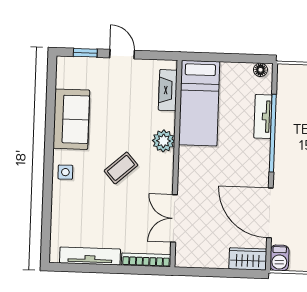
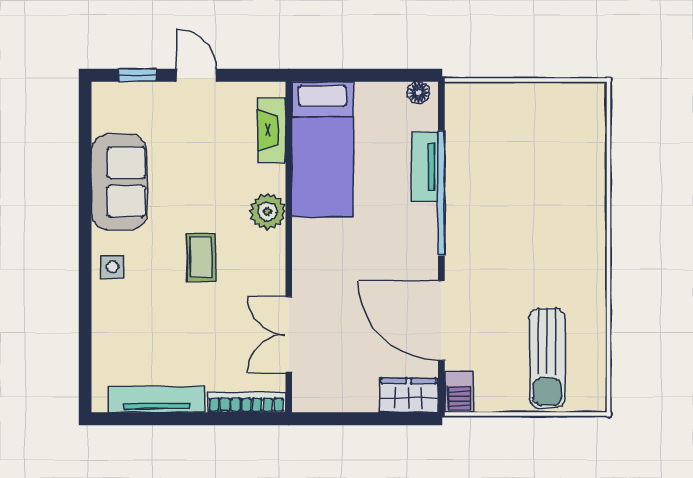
coffee table: (121, 168) -> (201, 257), turned -48

